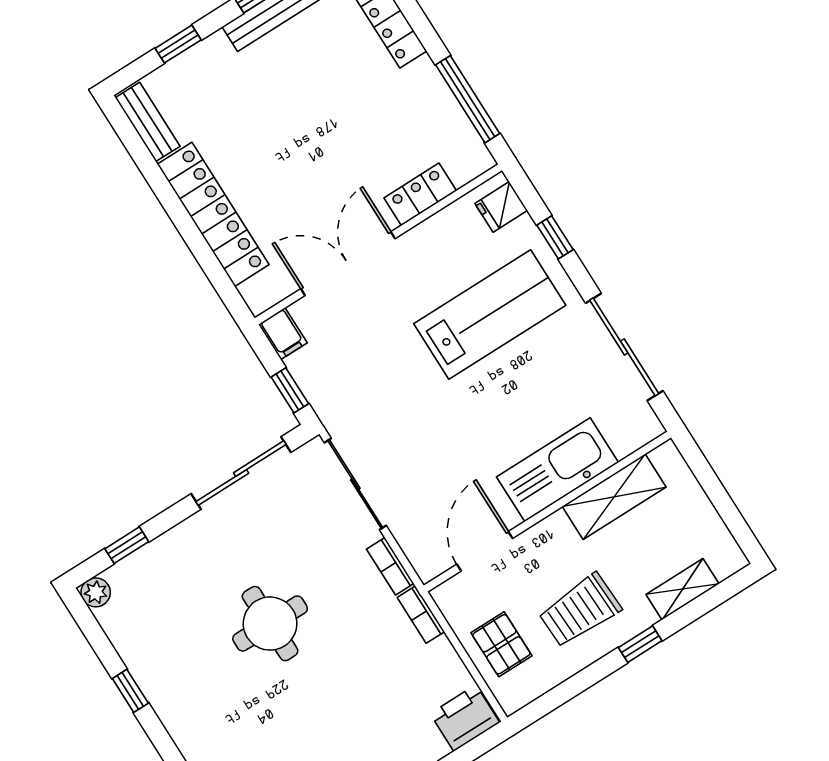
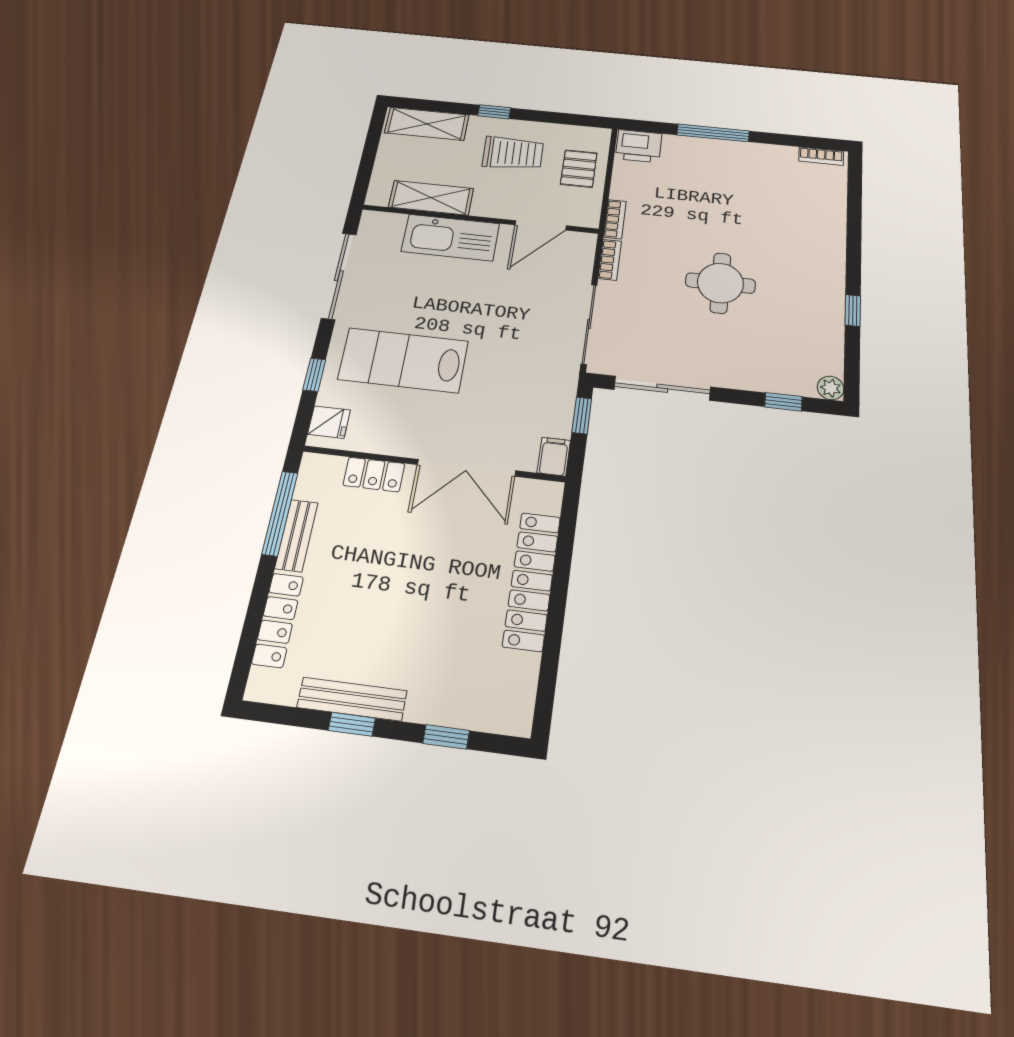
bench: (148, 122) -> (296, 535), moved
shelving: (682, 589) -> (427, 124), width x1.50, depth x1.33

